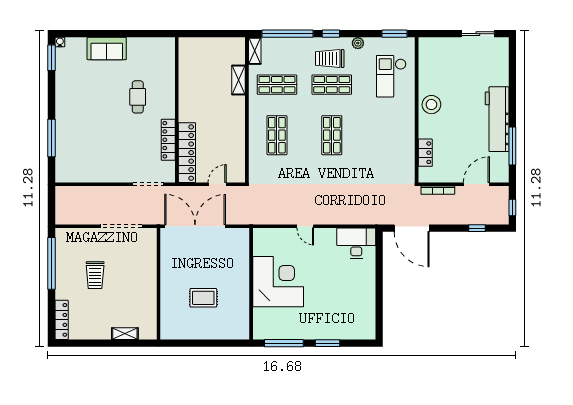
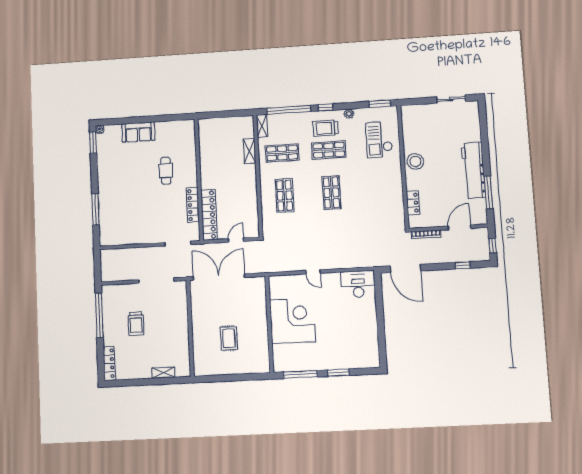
rug: (203, 298) -> (229, 338), turned 90

